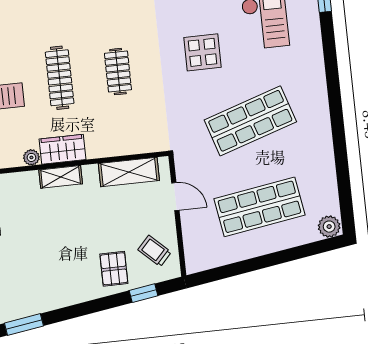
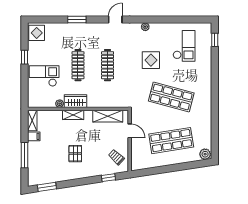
clothes rail: (118, 72) -> (108, 65), width x1.36
shop shelf: (250, 121) -> (171, 97), turned 33
pallet: (114, 269) -> (75, 154), moved

